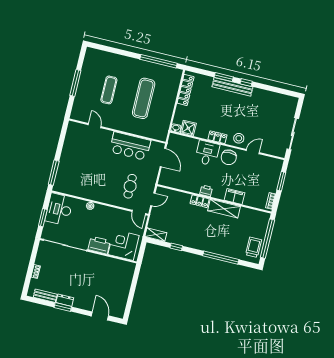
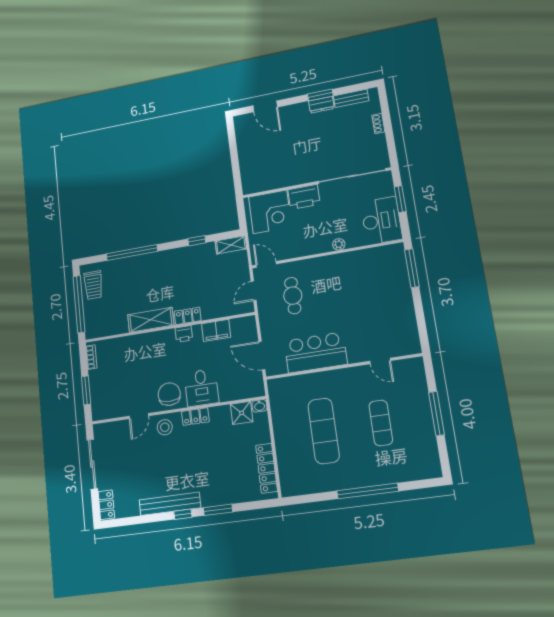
window: (158, 61) -> (368, 491), moved
bench: (232, 87) -> (170, 504), moved
locker: (292, 106) -> (106, 505), added
filing cabinet: (234, 196) -> (216, 330), moved

